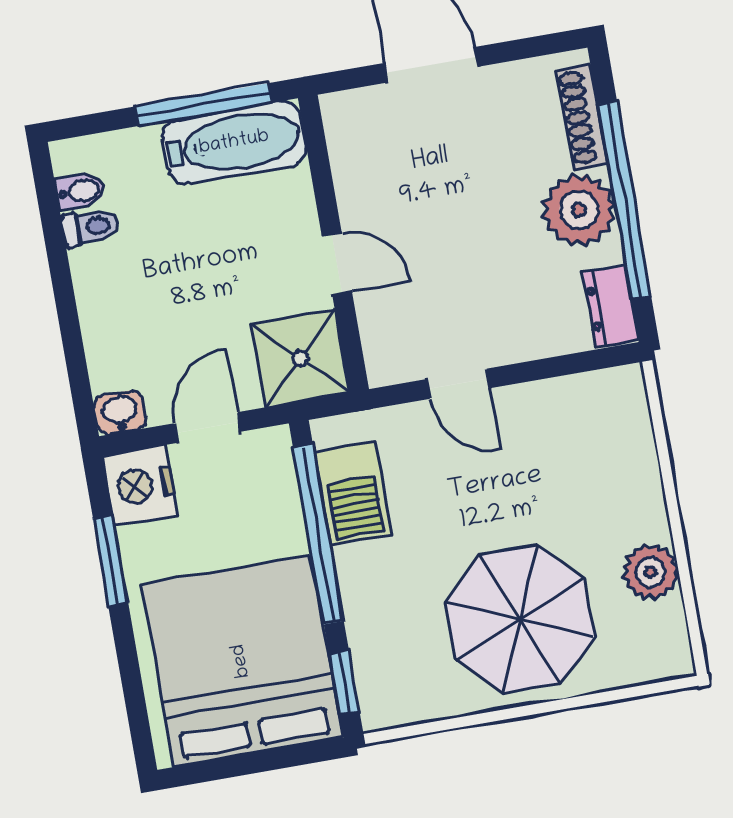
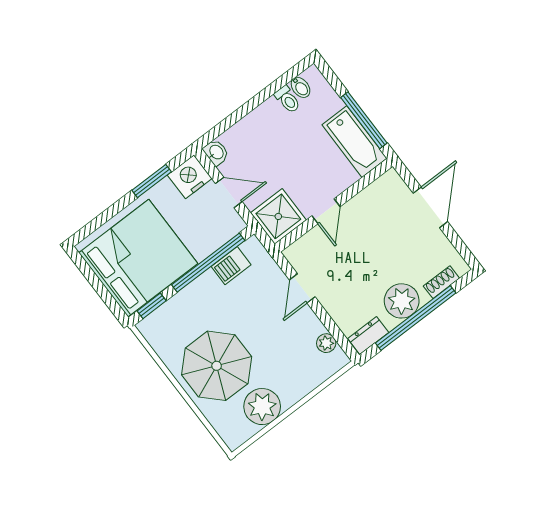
shoe rack: (582, 117) -> (441, 282), width x0.70
plant: (584, 392) -> (326, 343), added
barbecue: (353, 493) -> (231, 266), width x0.73, depth x0.79
plant: (650, 572) -> (262, 407), width x1.36, depth x1.36

